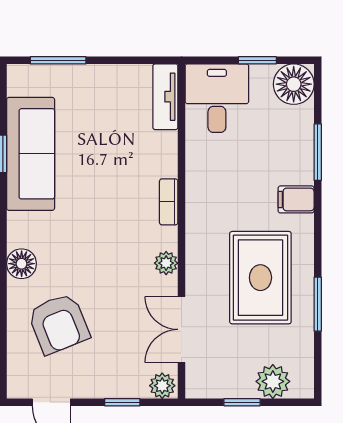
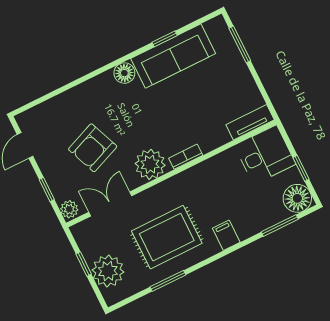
window: (318, 152) -> (280, 226), moved
plant: (166, 263) -> (150, 164), width x1.88, depth x1.88
floor lamp: (22, 264) -> (124, 73), moved
armchair: (59, 324) -> (93, 148), moved
plant: (273, 381) -> (108, 271), width x1.36, depth x1.36

